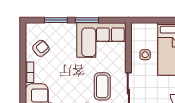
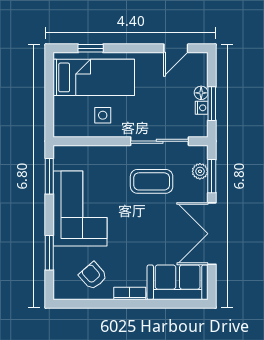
window: (87, 20) -> (49, 176), moved
corner sofa: (101, 40) -> (80, 208), moved

